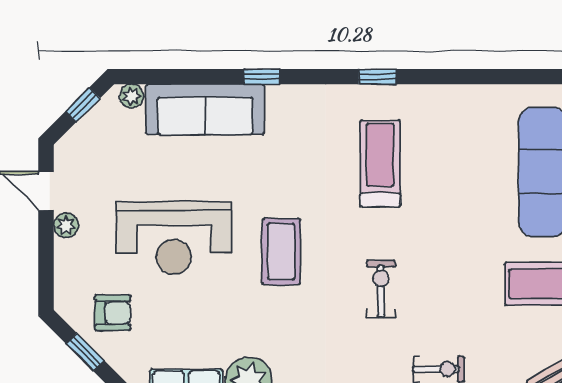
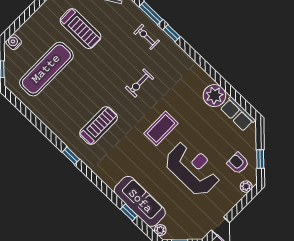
window: (262, 77) -> (129, 212), moved
treadmill: (380, 163) -> (99, 125), turned 180
plant: (66, 225) -> (246, 187), moved

